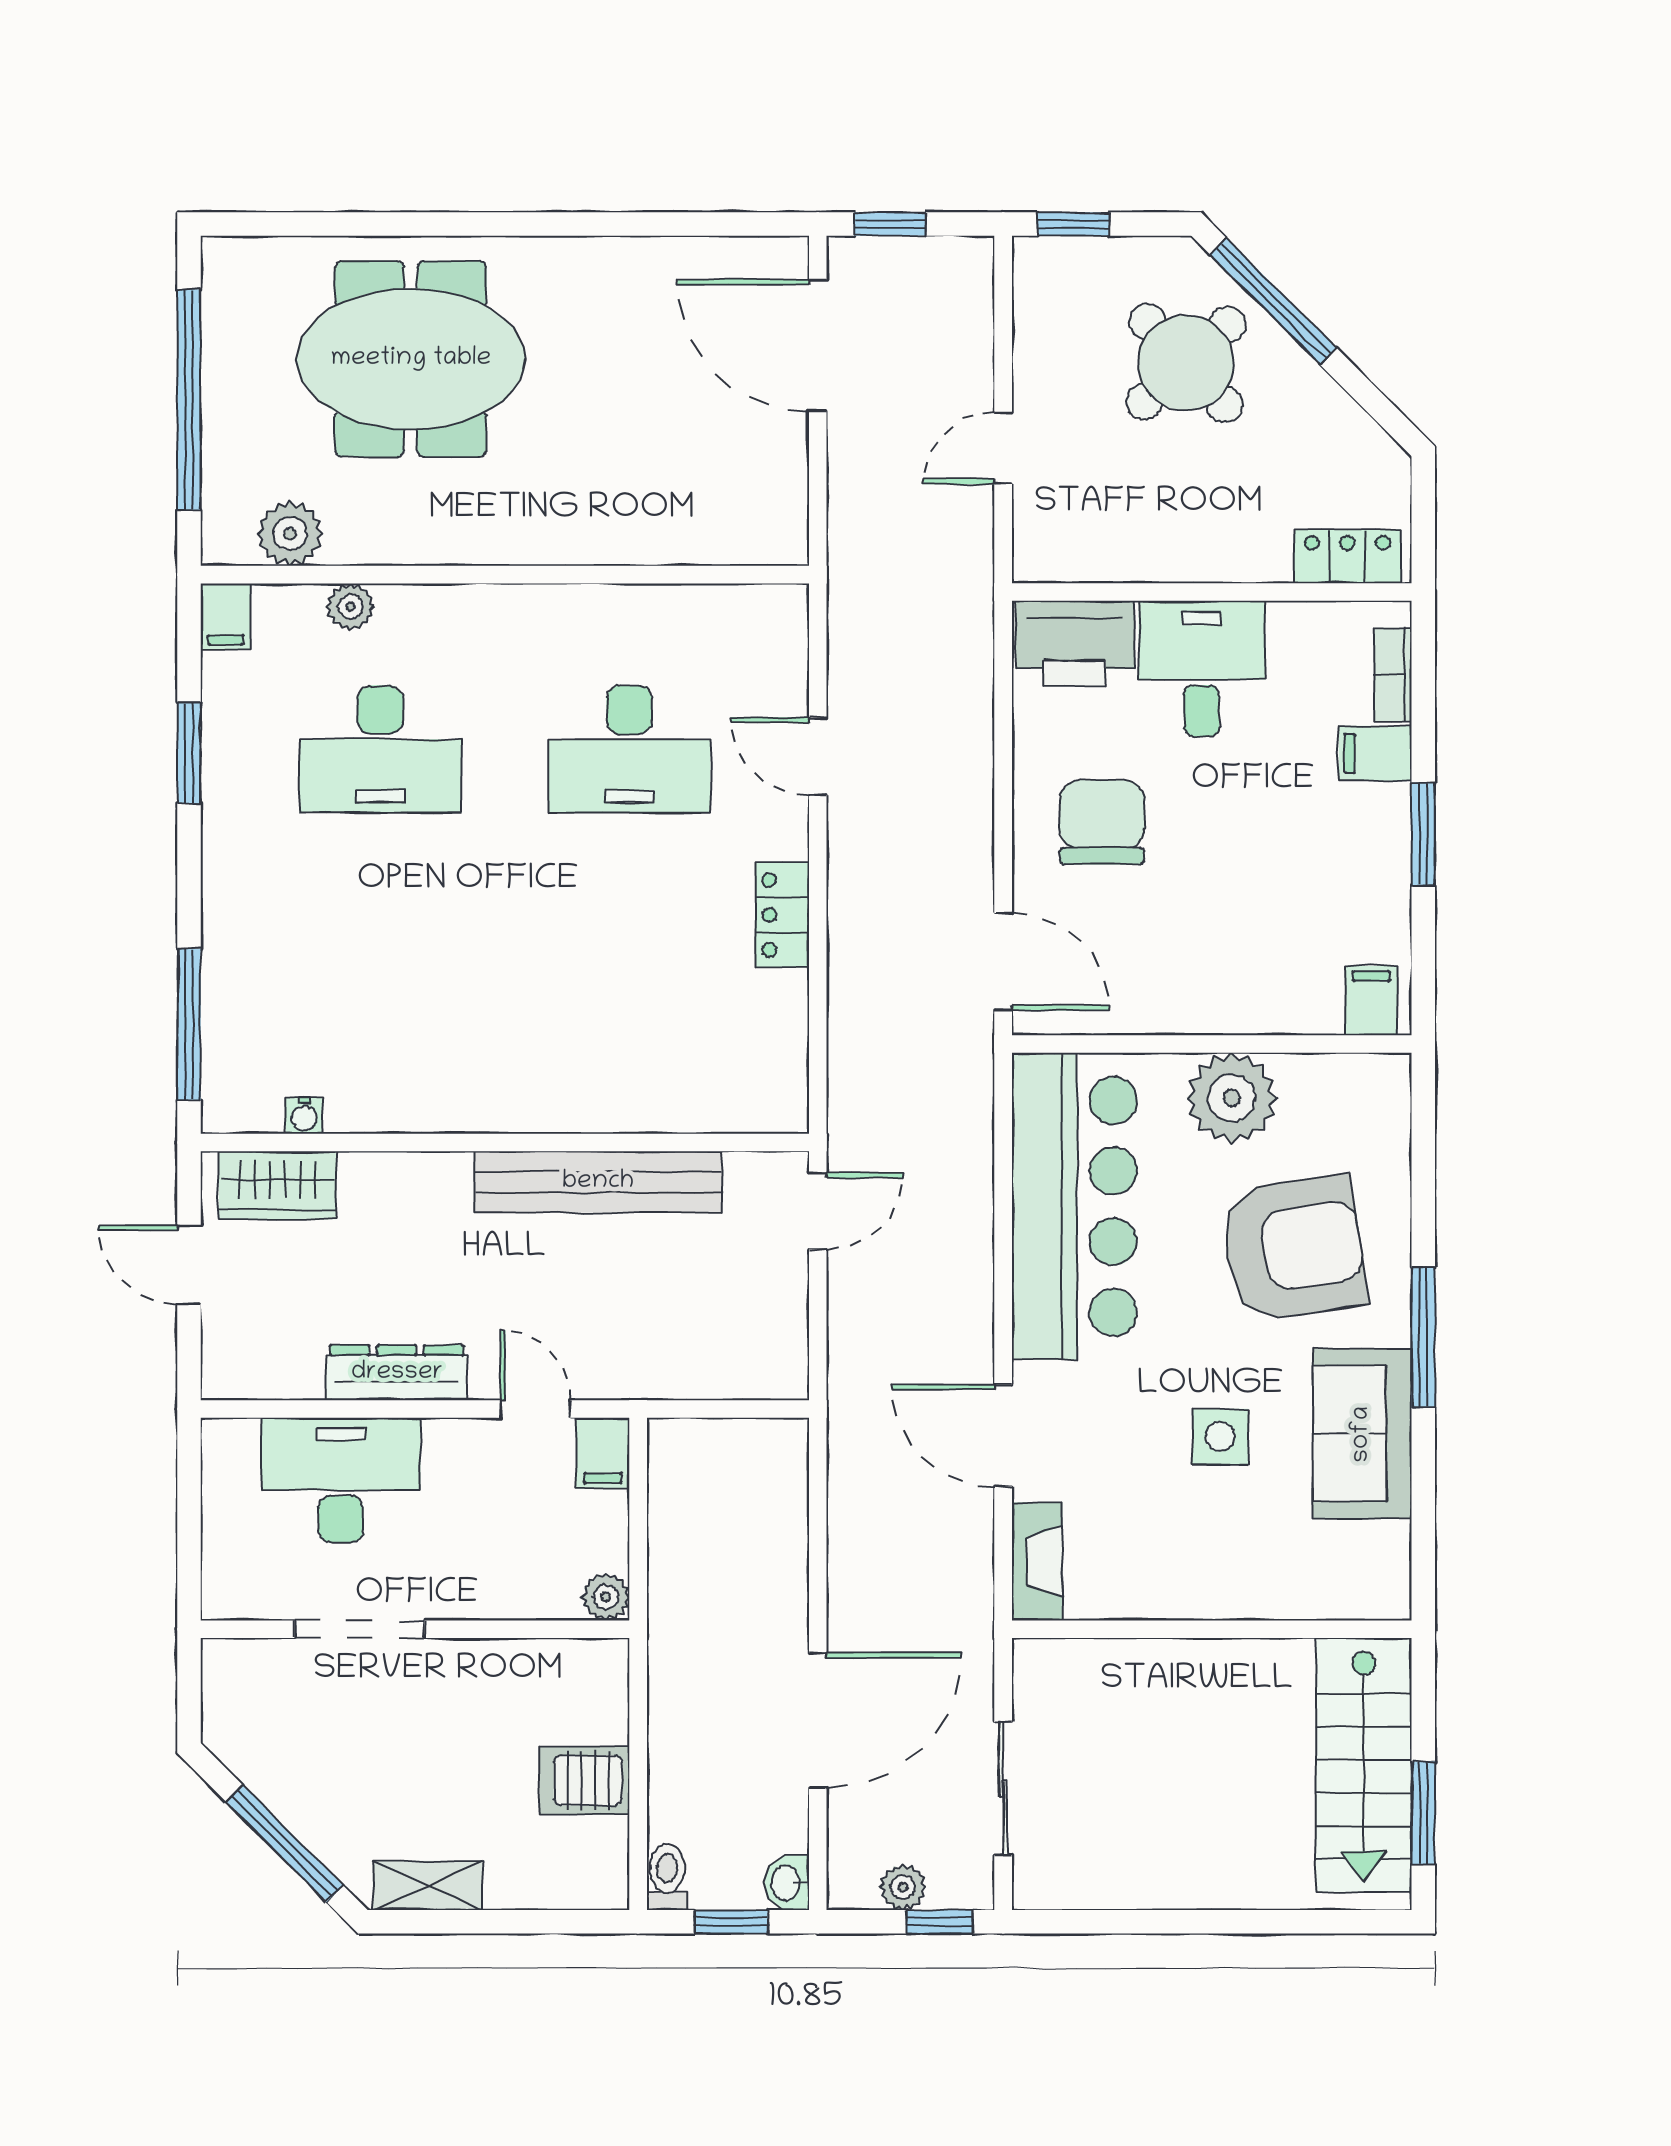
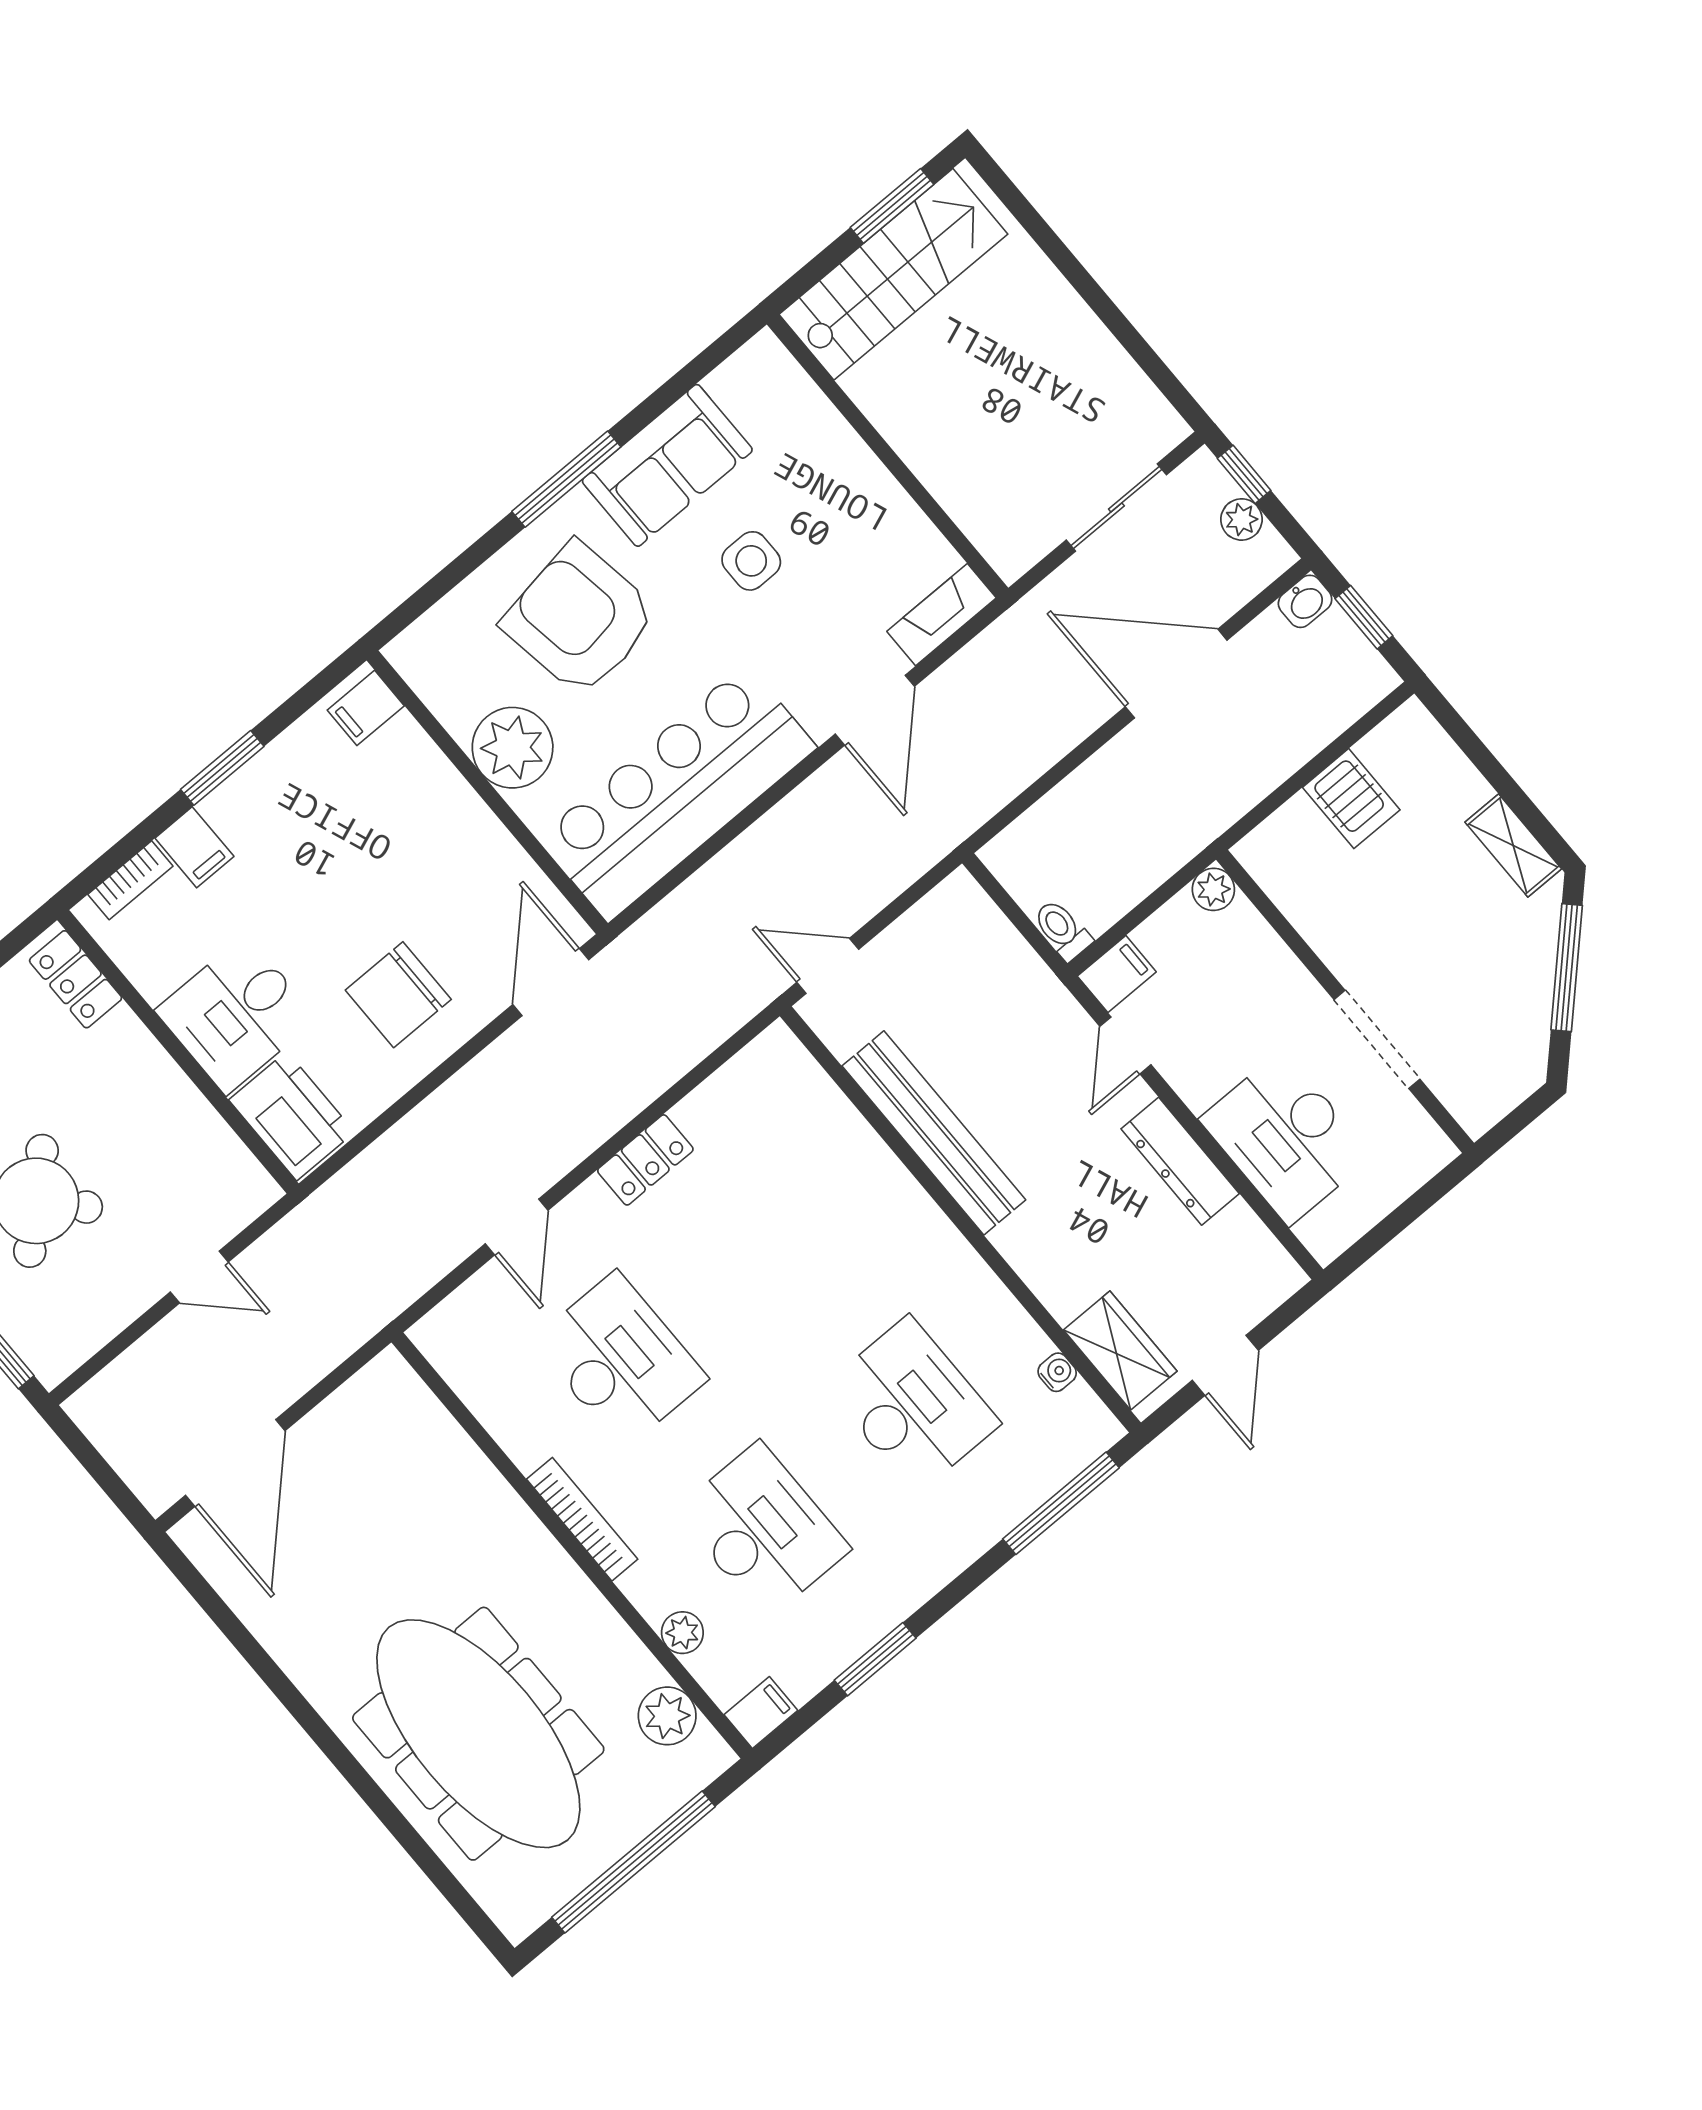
window: (890, 224) -> (111, 1483), removed
meeting table: (411, 359) -> (478, 1734), width x1.36
bookcase: (520, 602) -> (582, 1519), added
desk: (380, 968) -> (912, 1405), added
toilet: (667, 1877) -> (1062, 930), moved, turned 90

